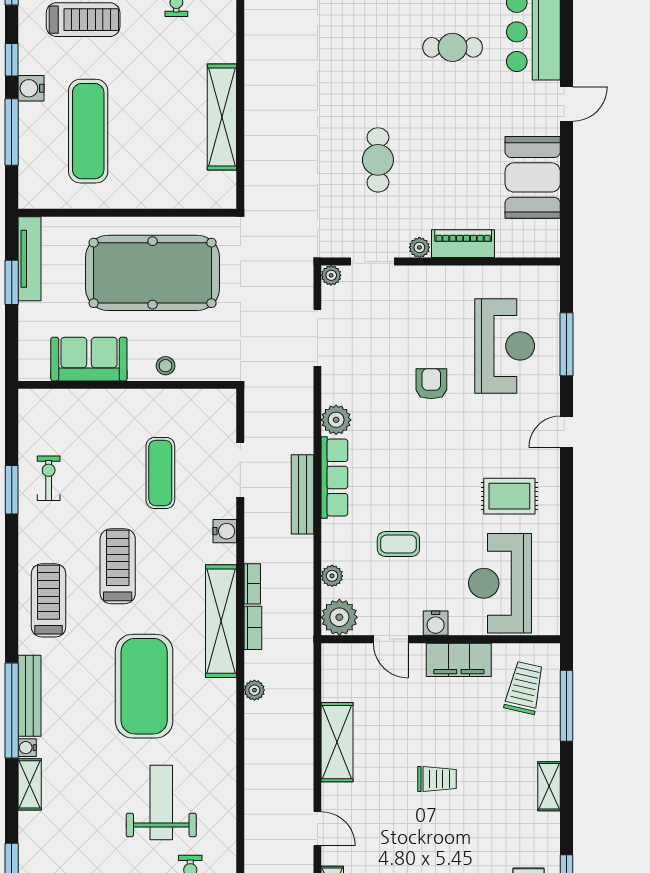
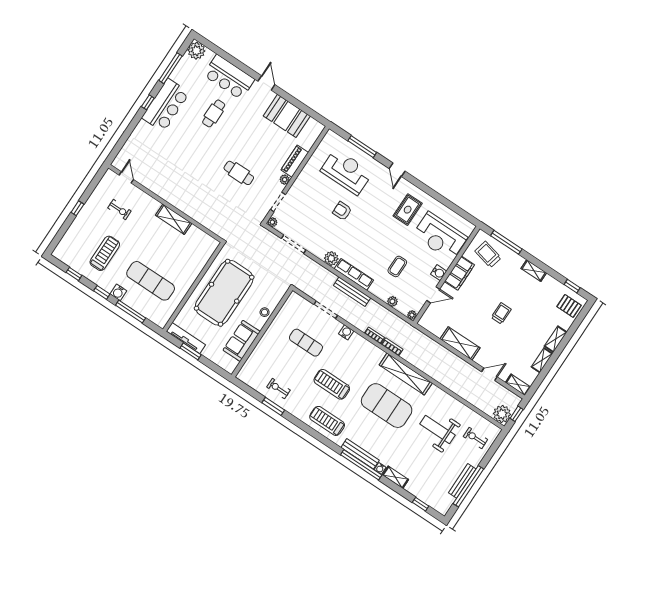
shelving: (222, 117) -> (174, 219), width x0.68
plant: (339, 617) -> (412, 315), width x0.53, depth x0.53
shelving: (221, 621) -> (406, 374), moved
plant: (254, 690) -> (417, 363), removed

